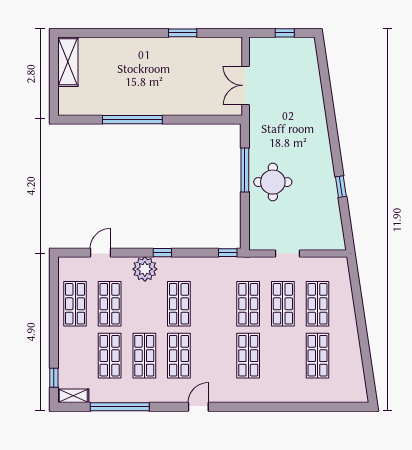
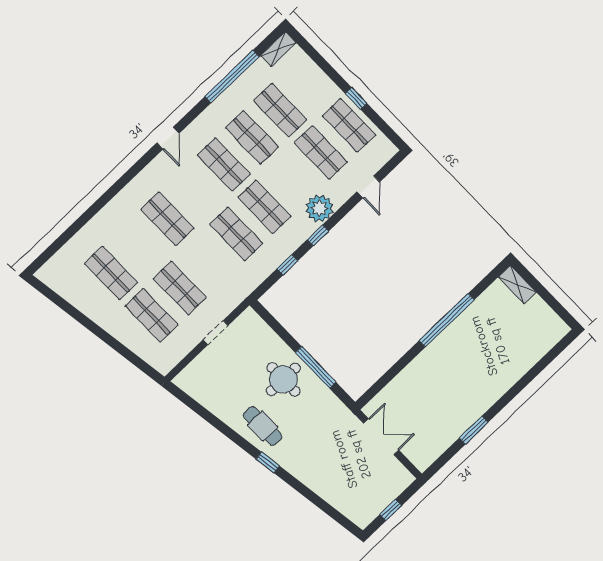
shelving: (68, 62) -> (517, 285), moved, width x0.67, depth x0.75
cafe table: (315, 165) -> (263, 426), added
window: (341, 187) -> (268, 463), moved
window: (228, 253) -> (287, 265), moved
shop shelf: (248, 304) -> (236, 234), moved
window: (54, 378) -> (356, 98), moved

